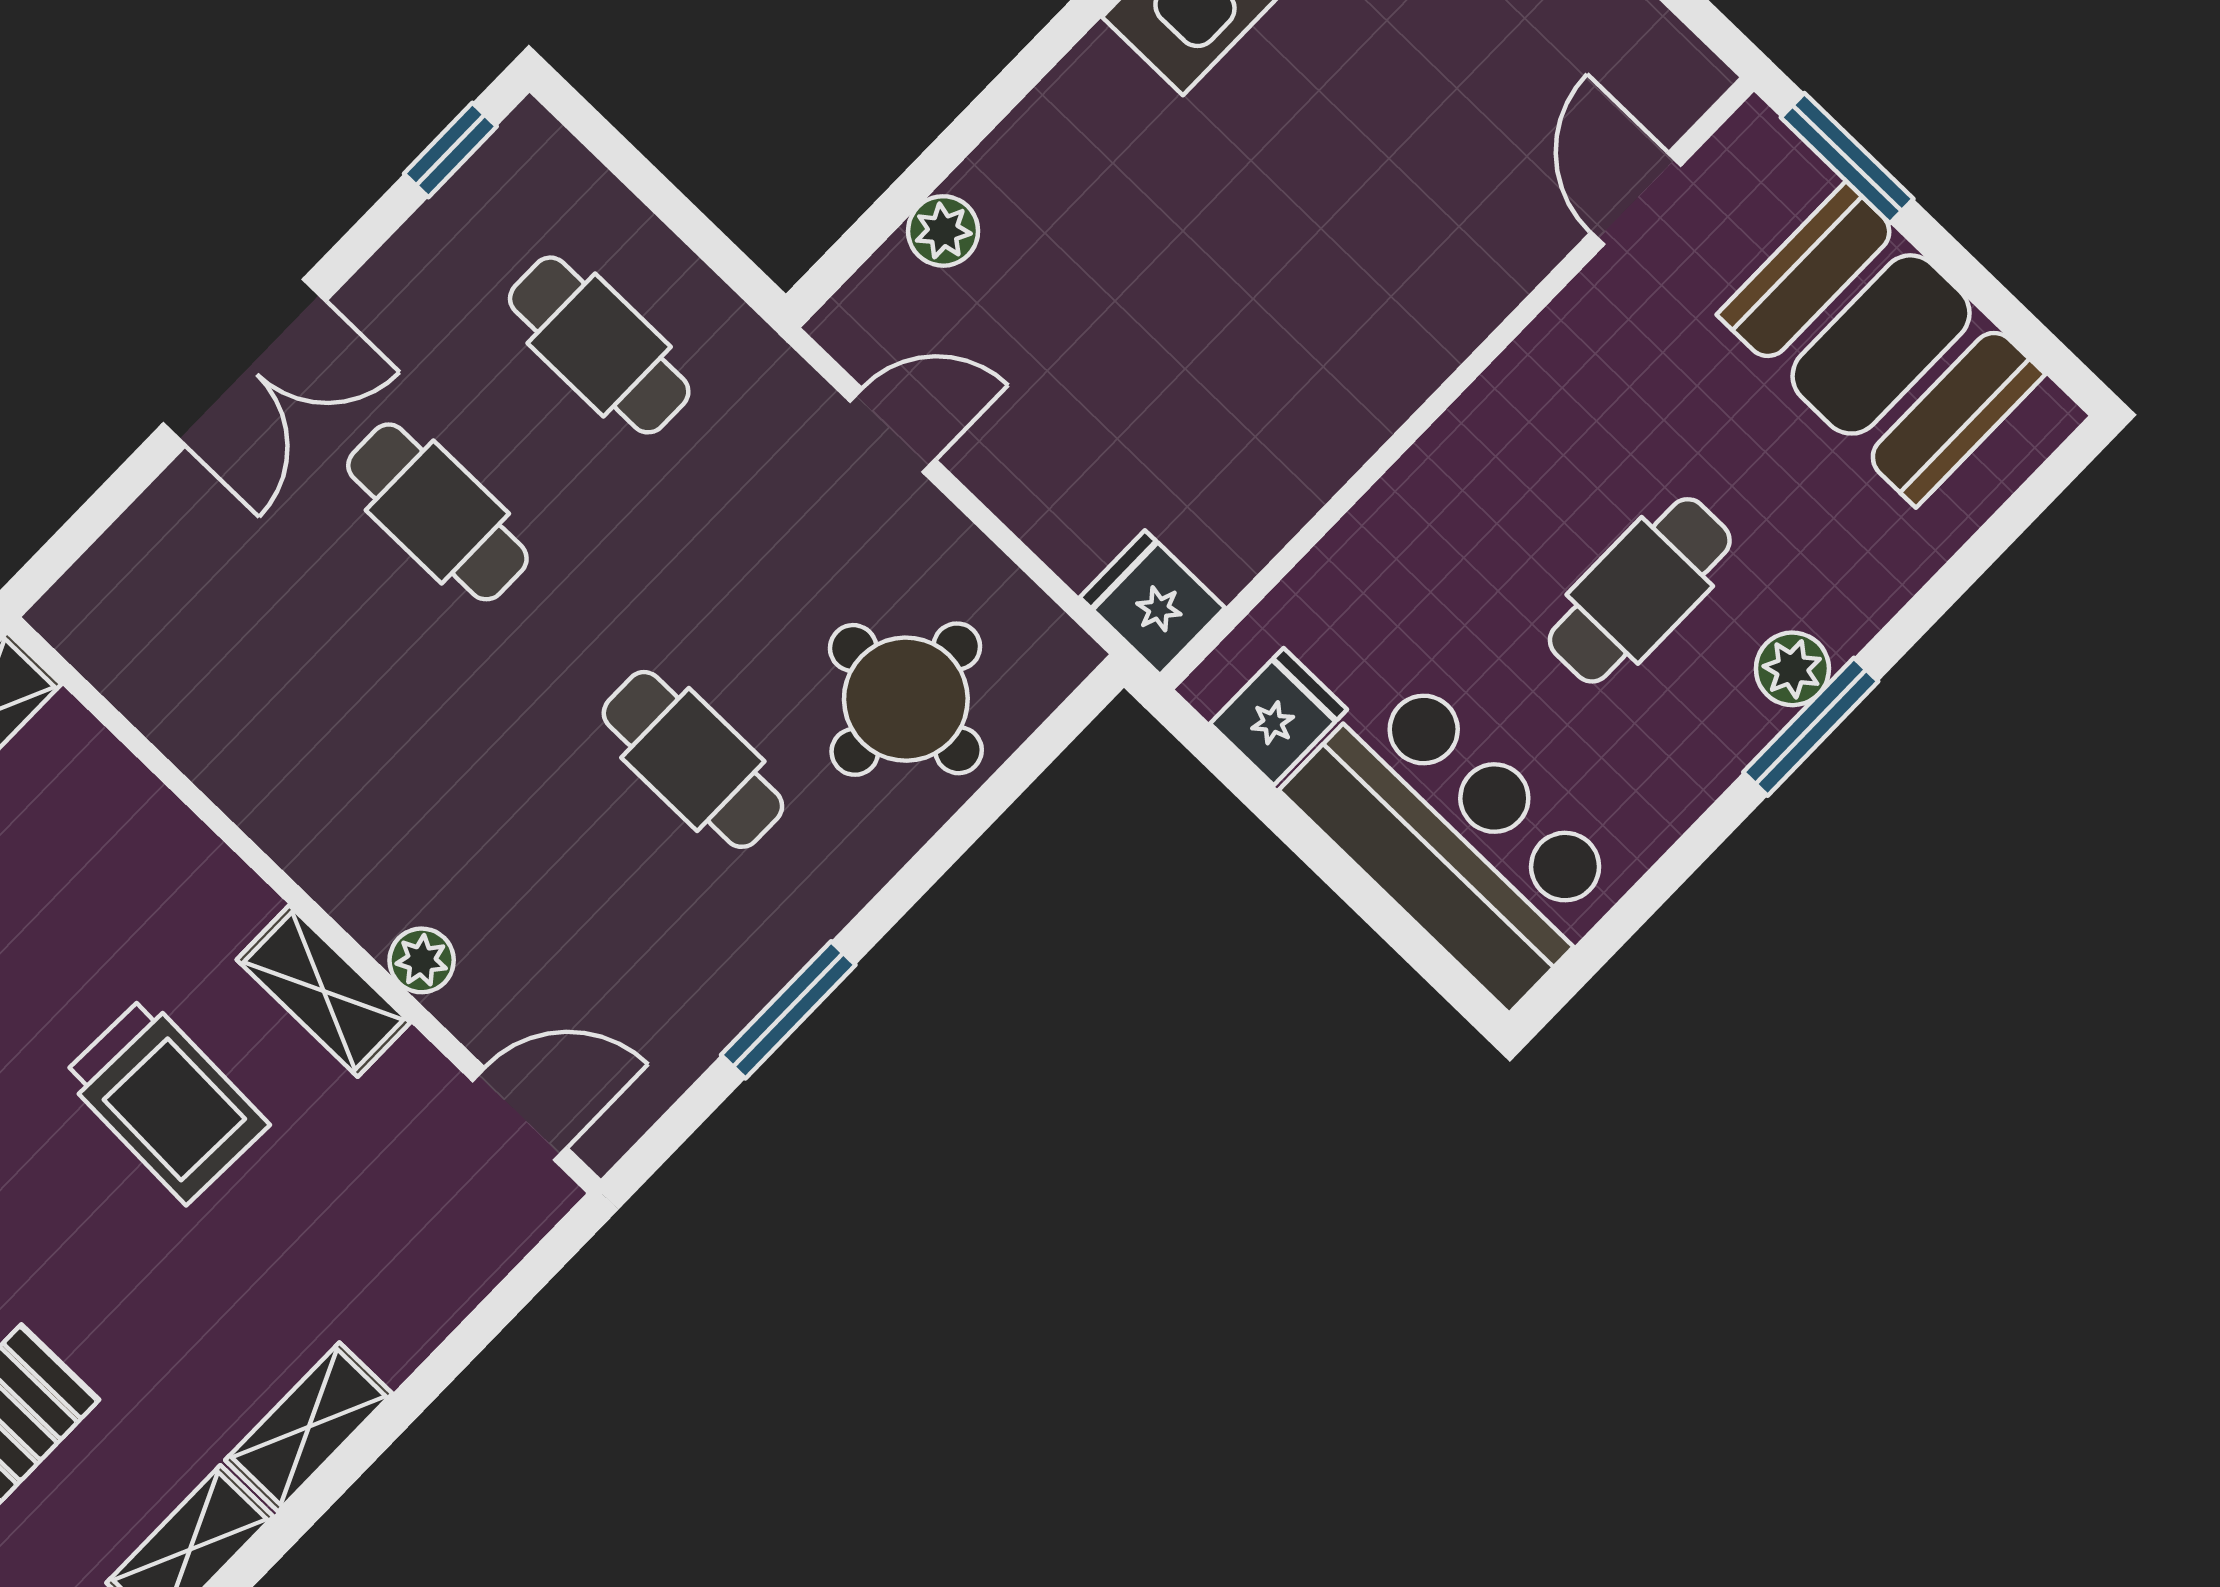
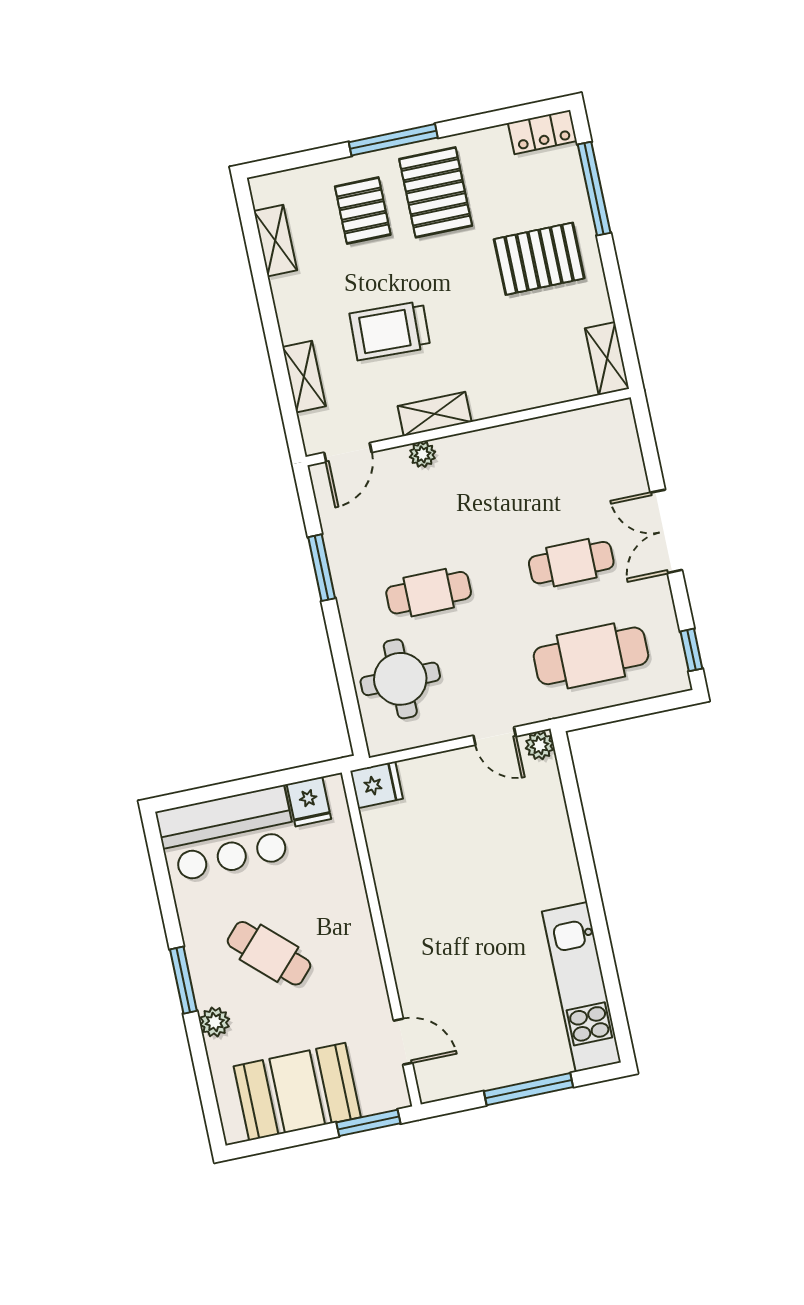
plant: (943, 231) -> (540, 745), moved
cafe table: (599, 345) -> (591, 656), width x1.37, depth x1.35
door: (893, 430) -> (495, 736), hinge flipped
cafe table: (1640, 590) -> (269, 953), turned -47
plant: (1792, 669) -> (215, 1022), moved
trolley: (166, 1100) -> (390, 331), moved
shelving: (309, 1427) -> (304, 377), moved

